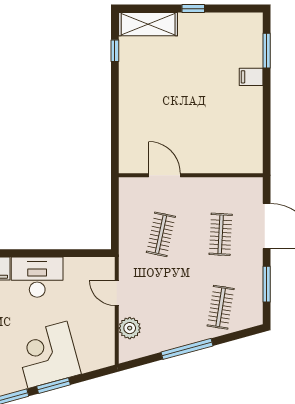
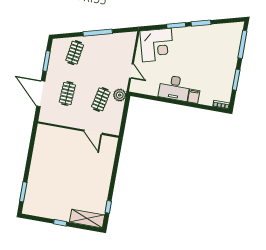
filing cabinet: (251, 77) -> (35, 179), removed
plant: (130, 328) -> (120, 95), moved
corner desk: (47, 355) -> (157, 45), moved

